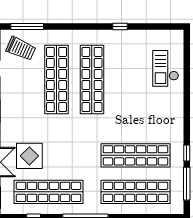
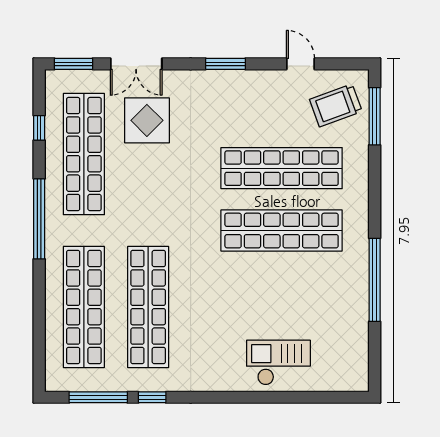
window: (120, 27) -> (375, 280), width x3.17
trolley: (21, 49) -> (336, 105), turned 46
checkout: (166, 68) -> (278, 363), moved

